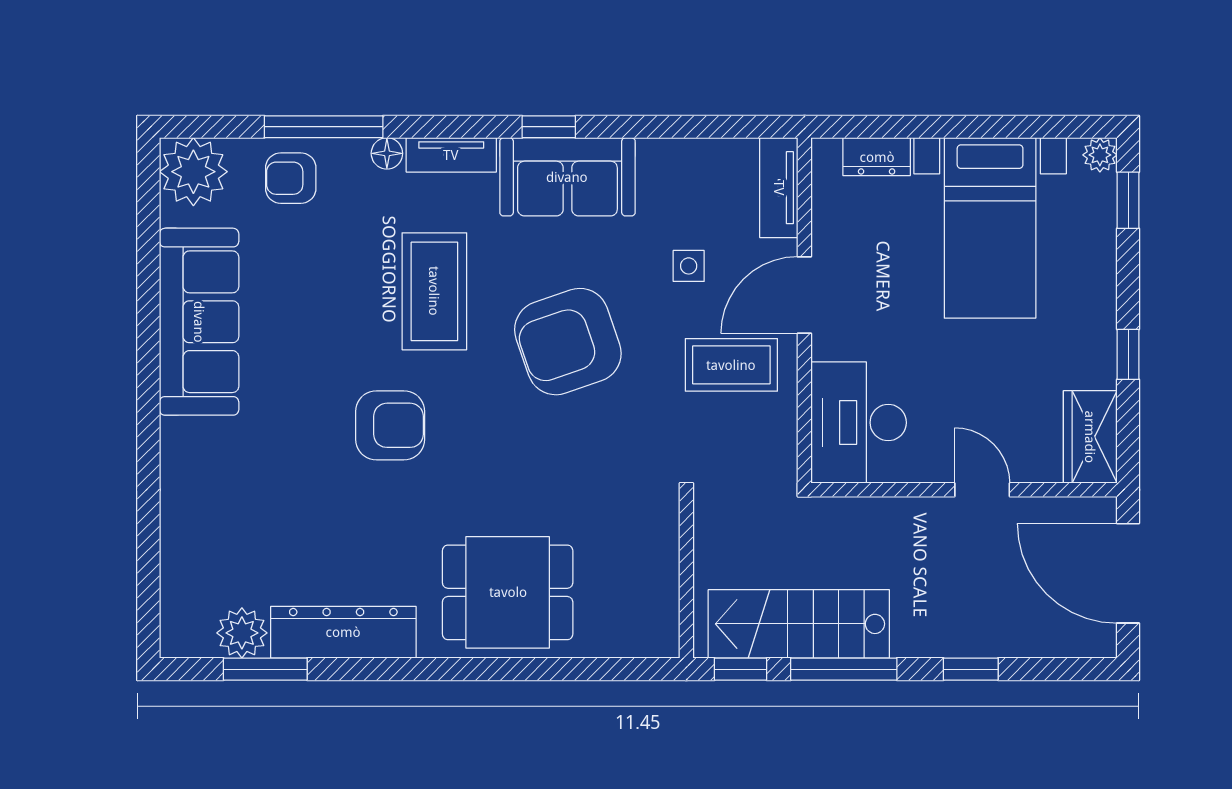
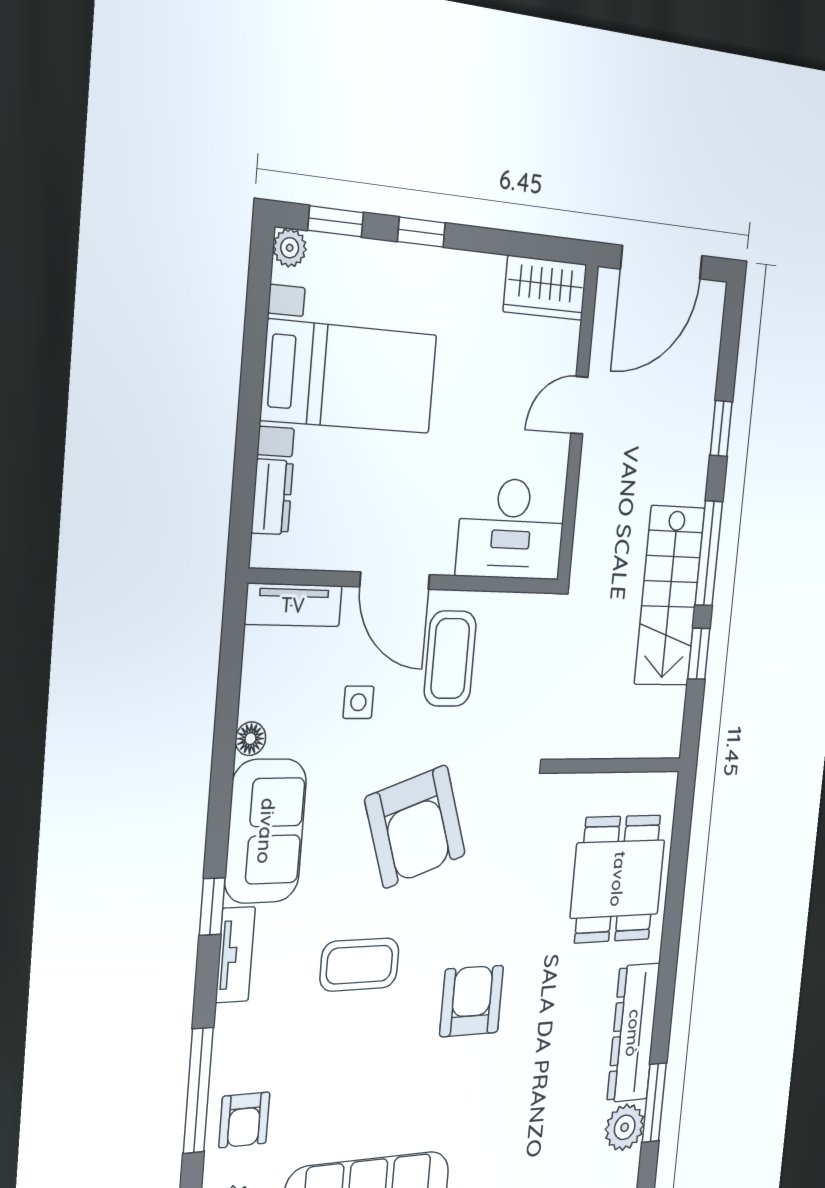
window: (549, 127) -> (212, 906), moved
floor lamp: (387, 153) -> (250, 739), moved
coffee table: (434, 291) -> (360, 965), width x0.73, depth x0.76
window: (1128, 354) -> (421, 232), moved
wall: (686, 577) -> (617, 766), moved

